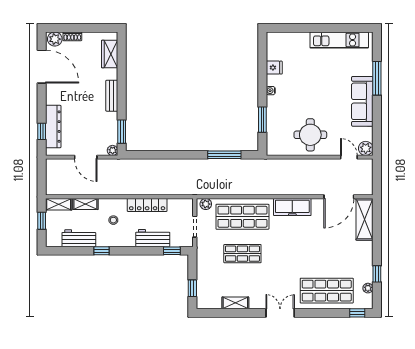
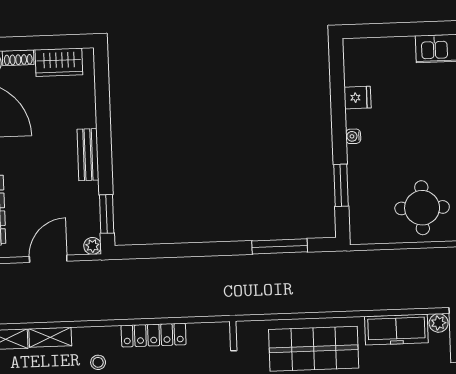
wardrobe: (110, 54) -> (59, 62), moved, turned -90
door: (86, 157) -> (48, 259), swing flipped
plant: (206, 204) -> (439, 323), moved

